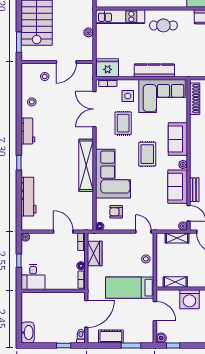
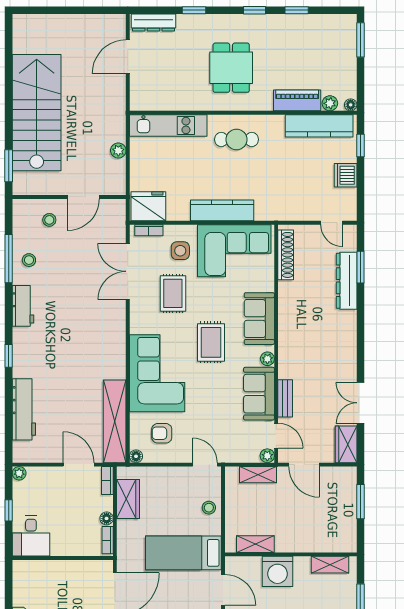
window: (19, 101) -> (9, 259), added
shelving: (86, 165) -> (115, 421), moved

